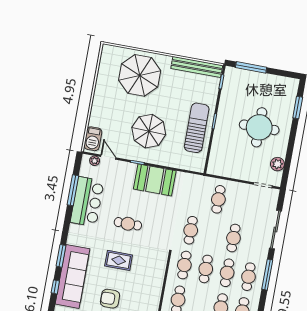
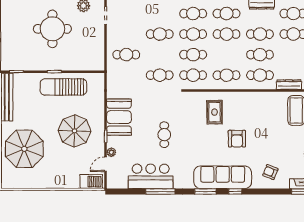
plant: (95, 161) -> (111, 152), moved
window: (73, 190) -> (160, 191), moved
rug: (119, 260) -> (214, 112), moved

